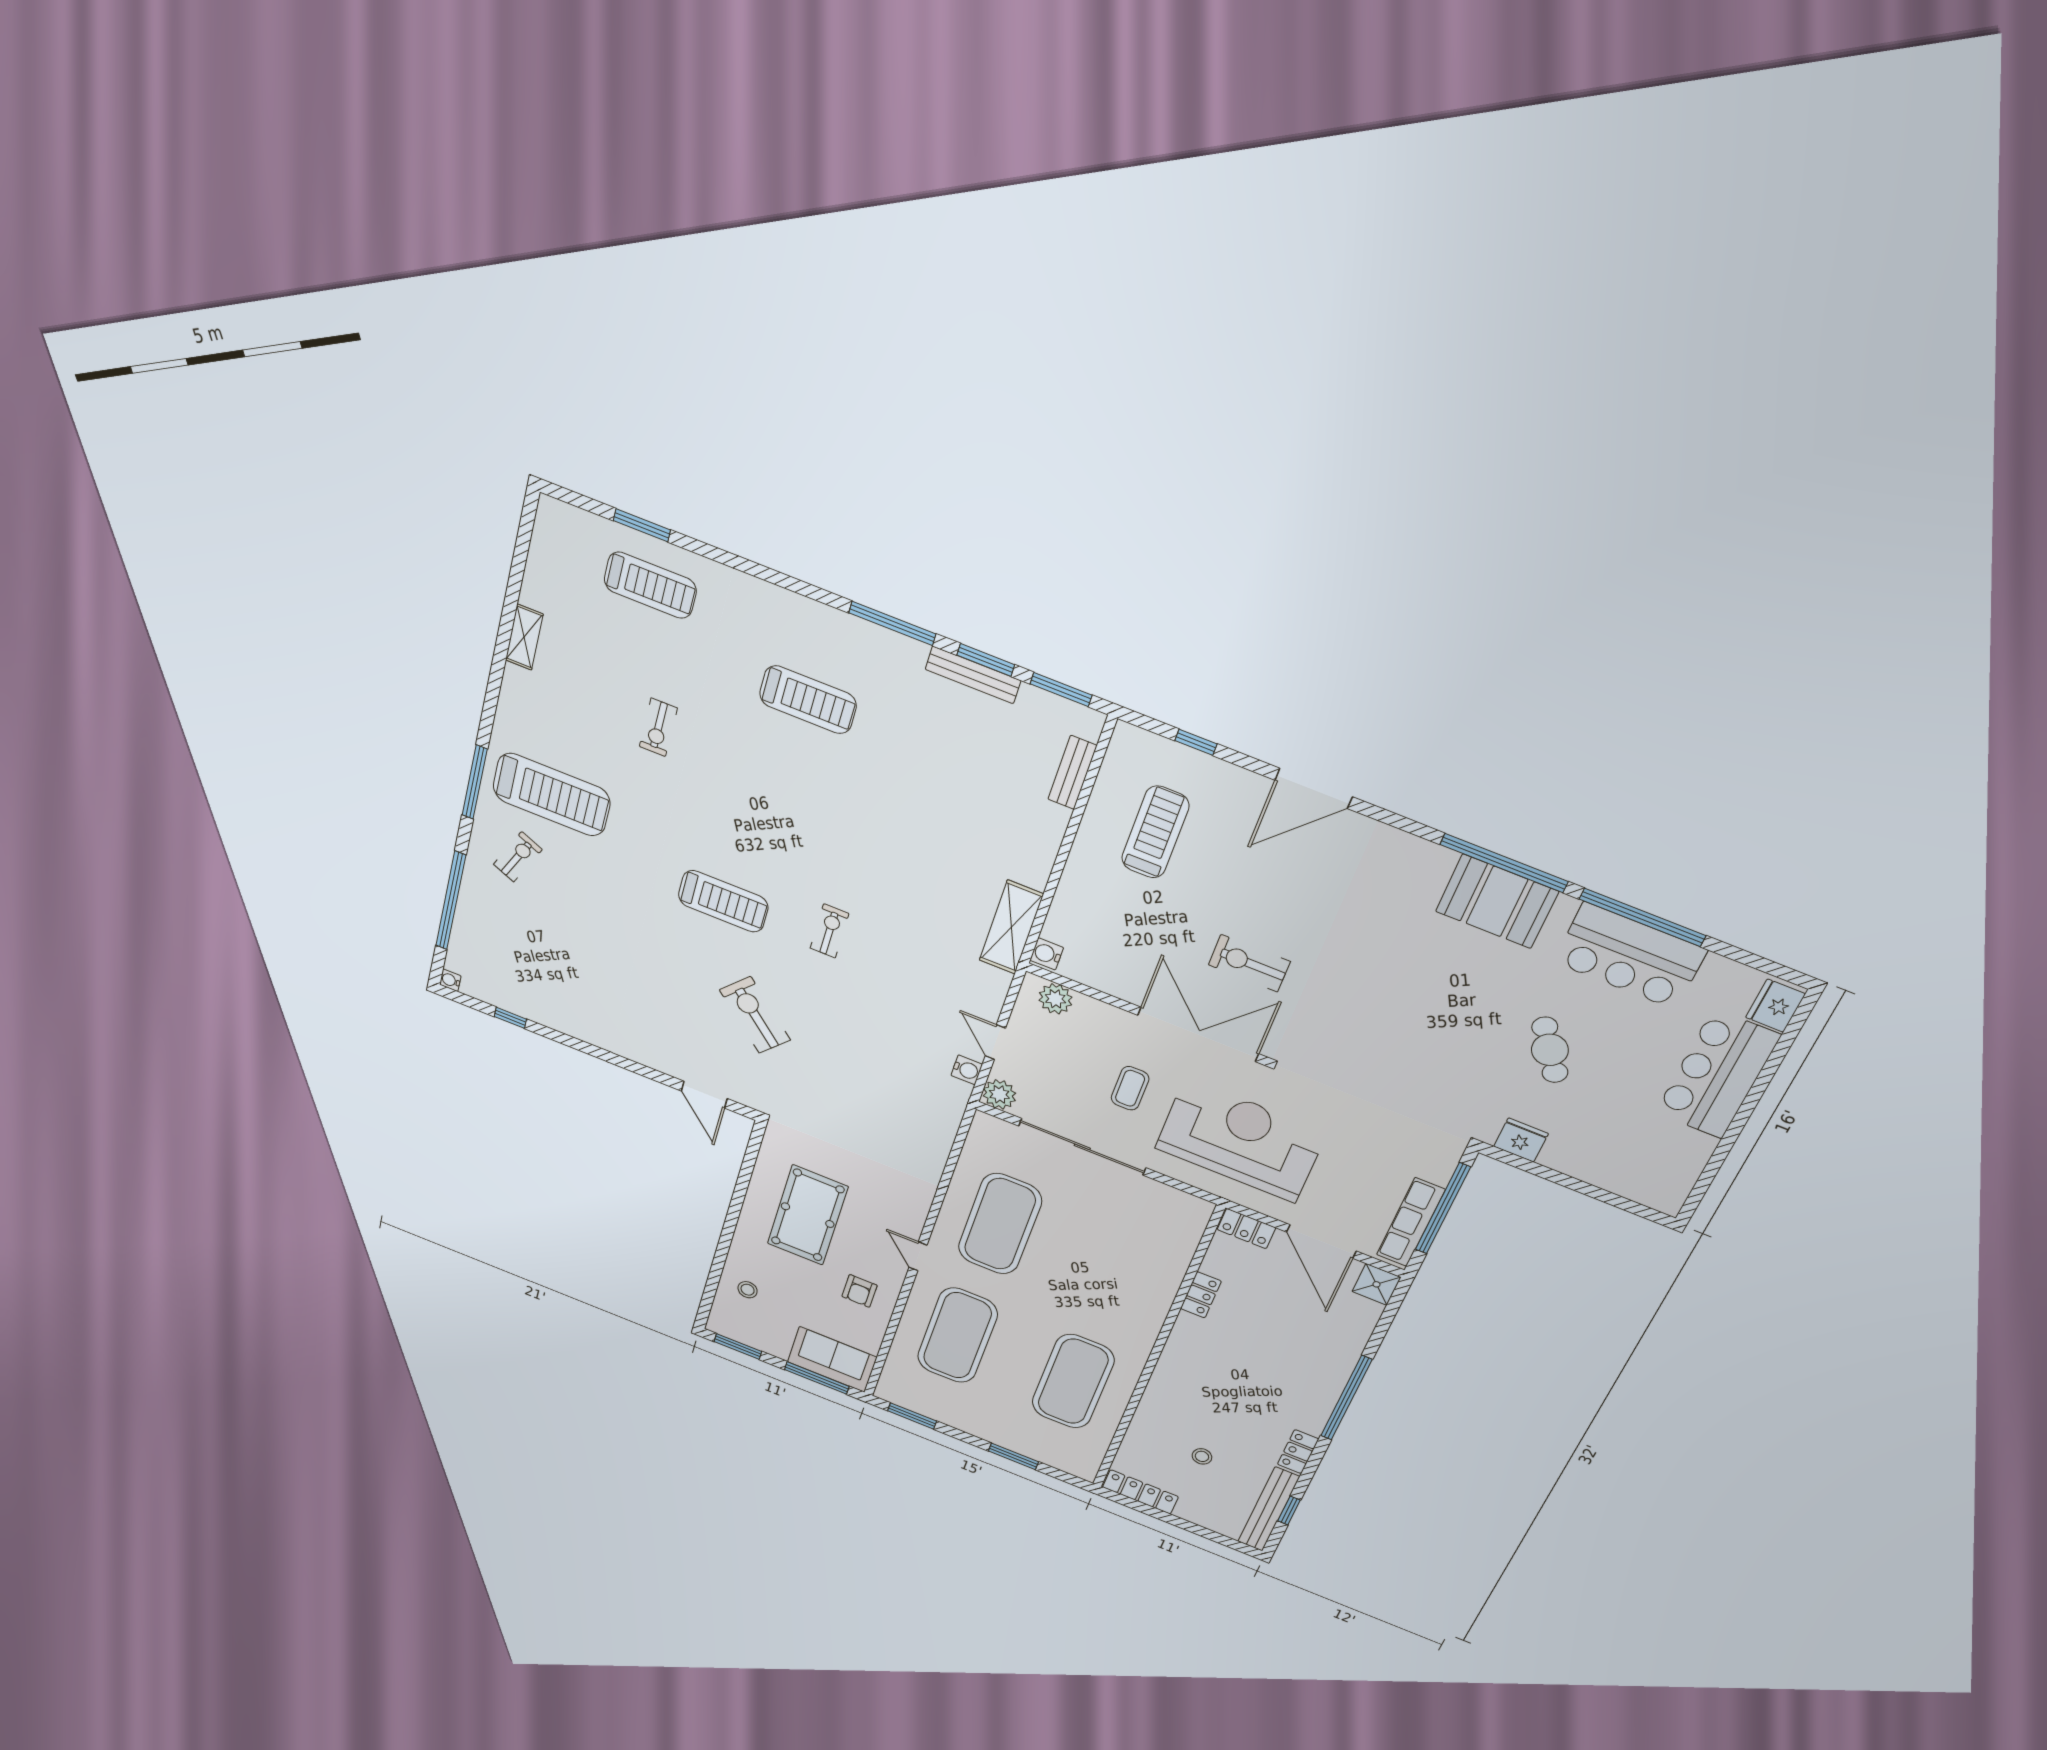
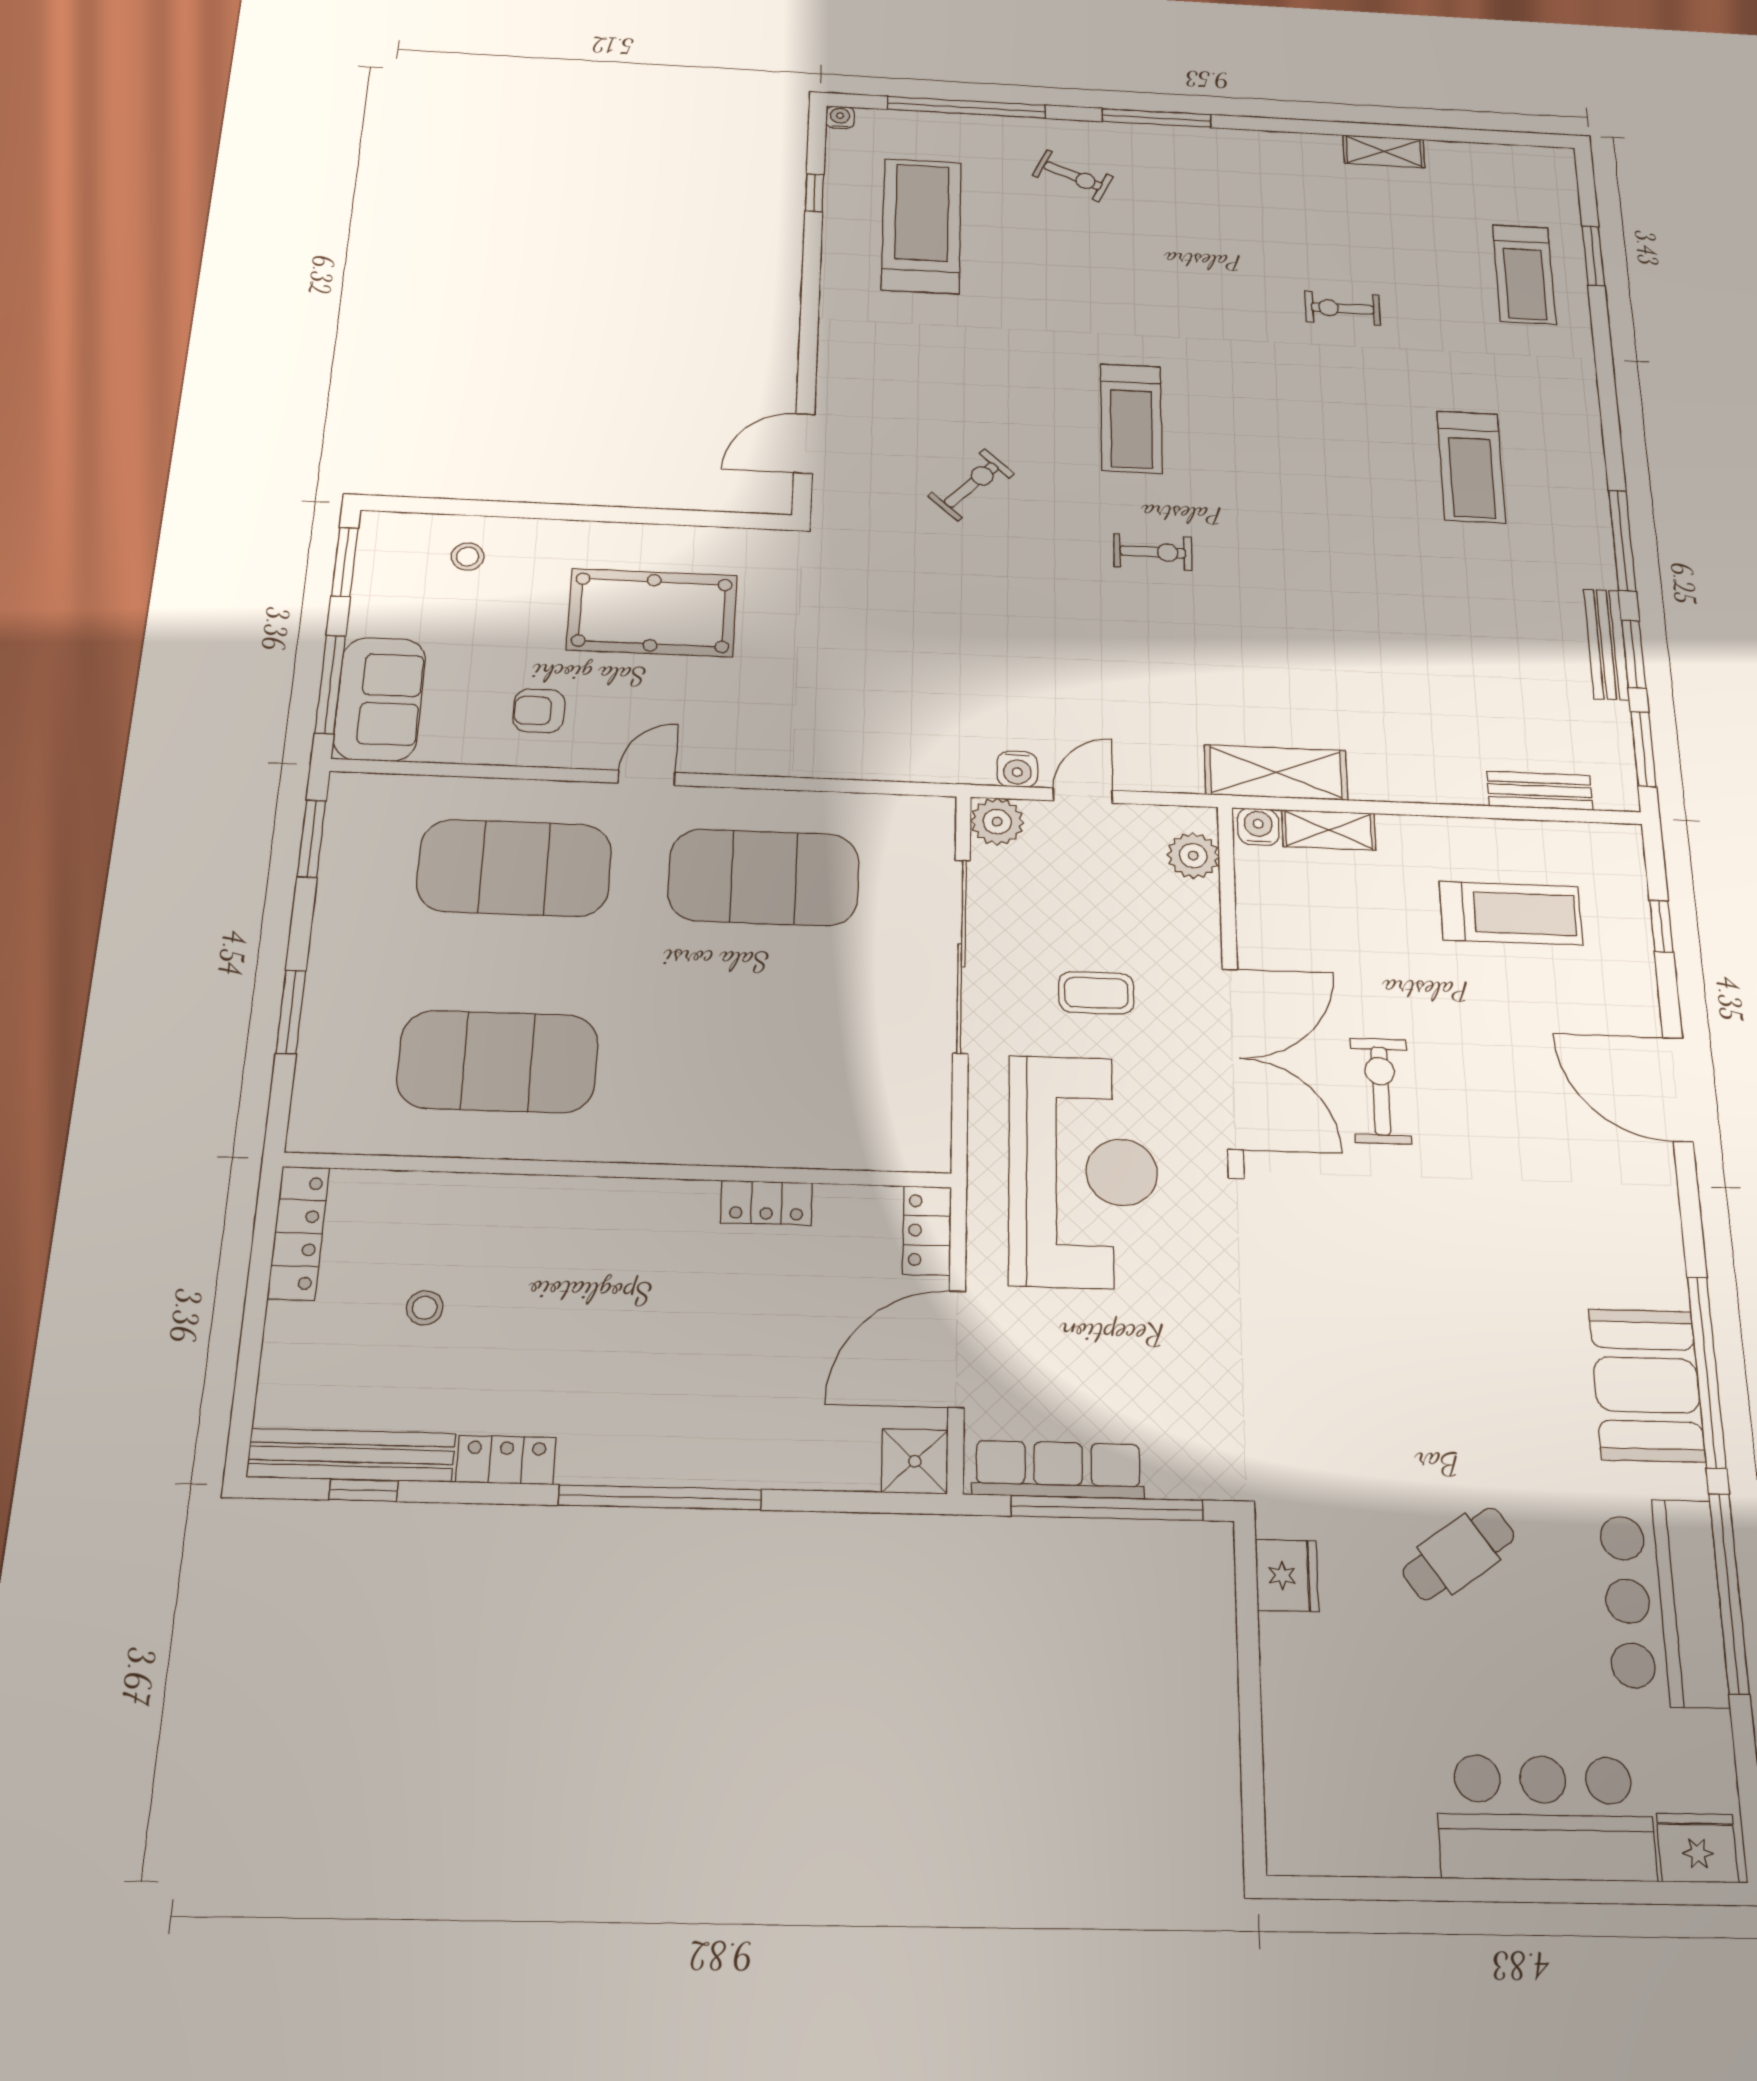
treadmill: (552, 795) -> (922, 226), moved, turned 180
shelving: (1062, 914) -> (1329, 830), added
exercise bike: (755, 1015) -> (971, 485), width x0.73, depth x0.72

